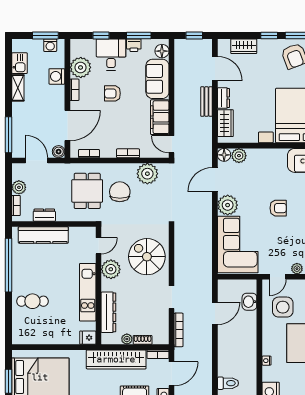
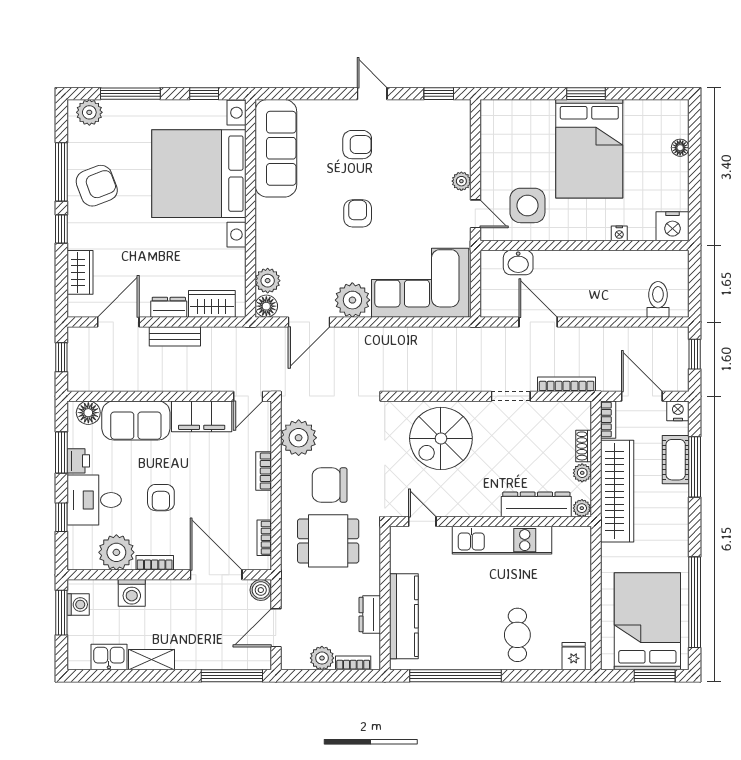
door: (215, 180) -> (309, 322), hinge flipped
plant: (111, 269) -> (582, 508), moved, width x0.53, depth x0.53
fridge: (88, 338) -> (574, 656), moved, turned 180

